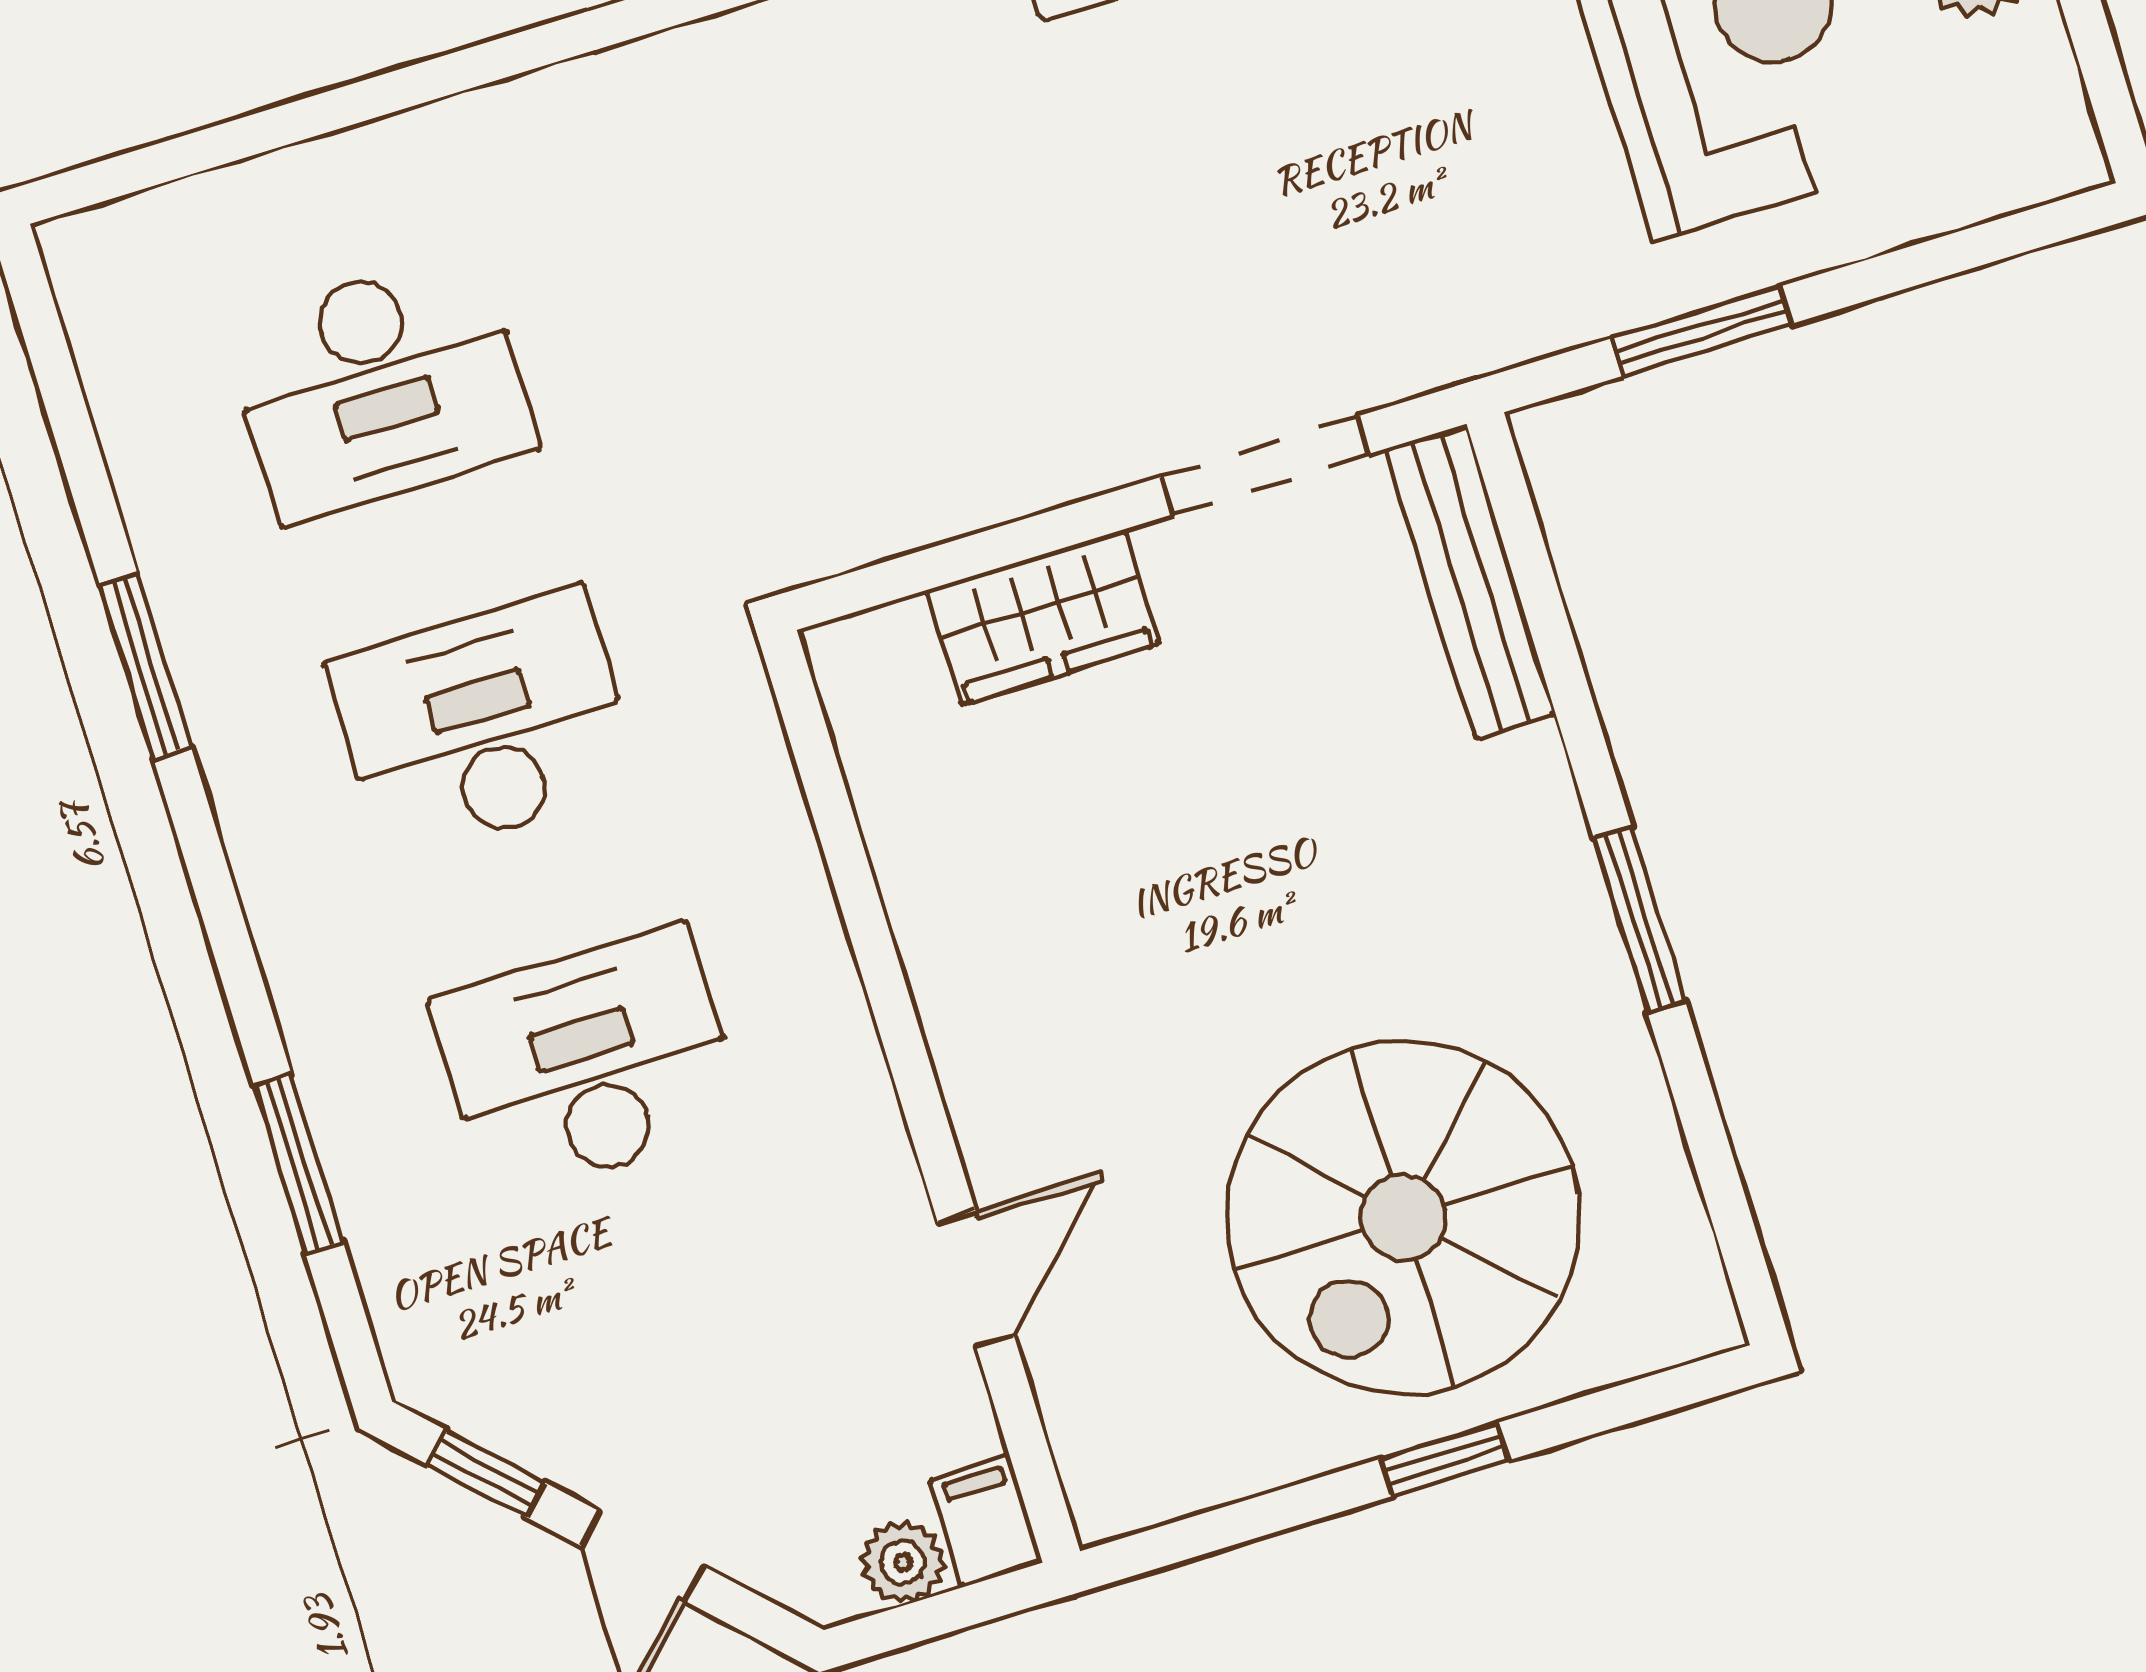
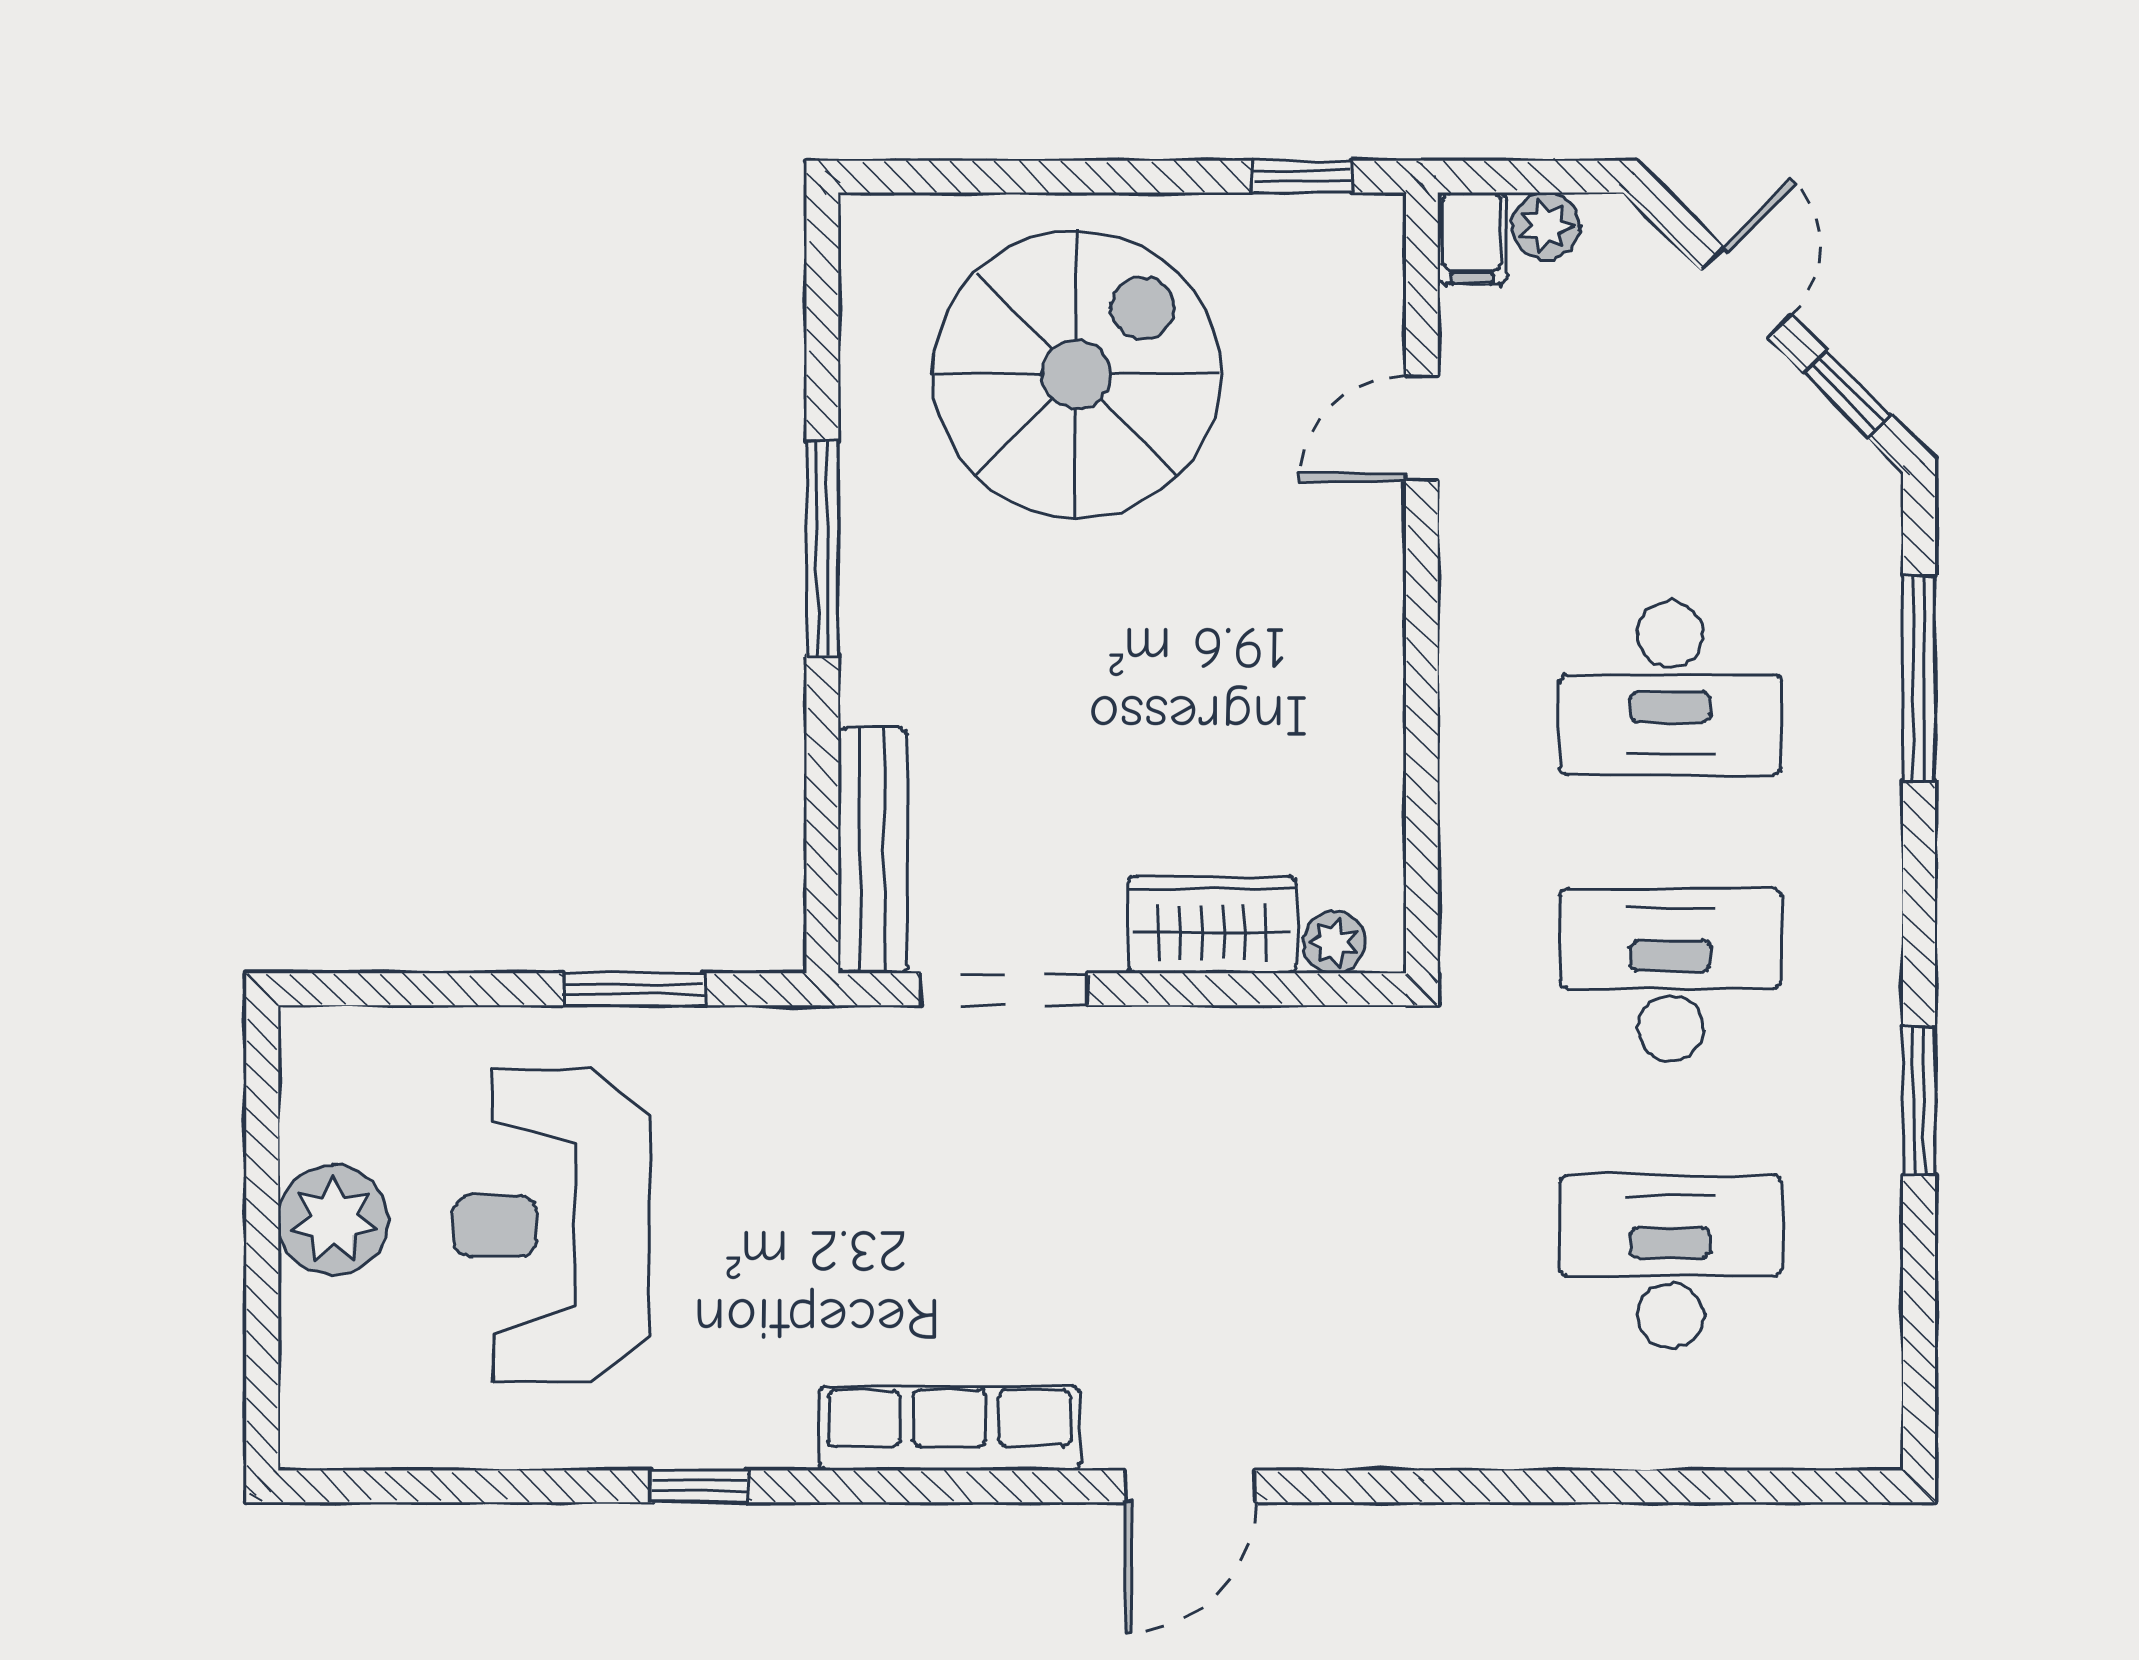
plant: (893, 641) -> (1334, 942), added
desk: (484, 724) -> (1670, 975), turned 180
window: (1640, 920) -> (822, 548), width x1.44
window: (299, 1164) -> (1919, 679), width x1.44
window: (1445, 1459) -> (1302, 177), moved

